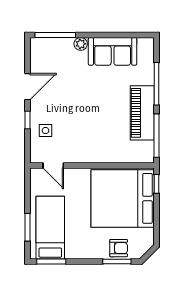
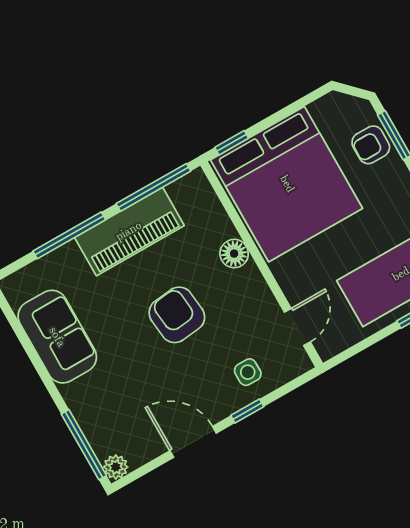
plant: (81, 44) -> (116, 467), moved
armchair: (91, 113) -> (177, 315), added
floor lamp: (104, 156) -> (234, 254), added
armchair: (119, 248) -> (371, 145), turned -90

